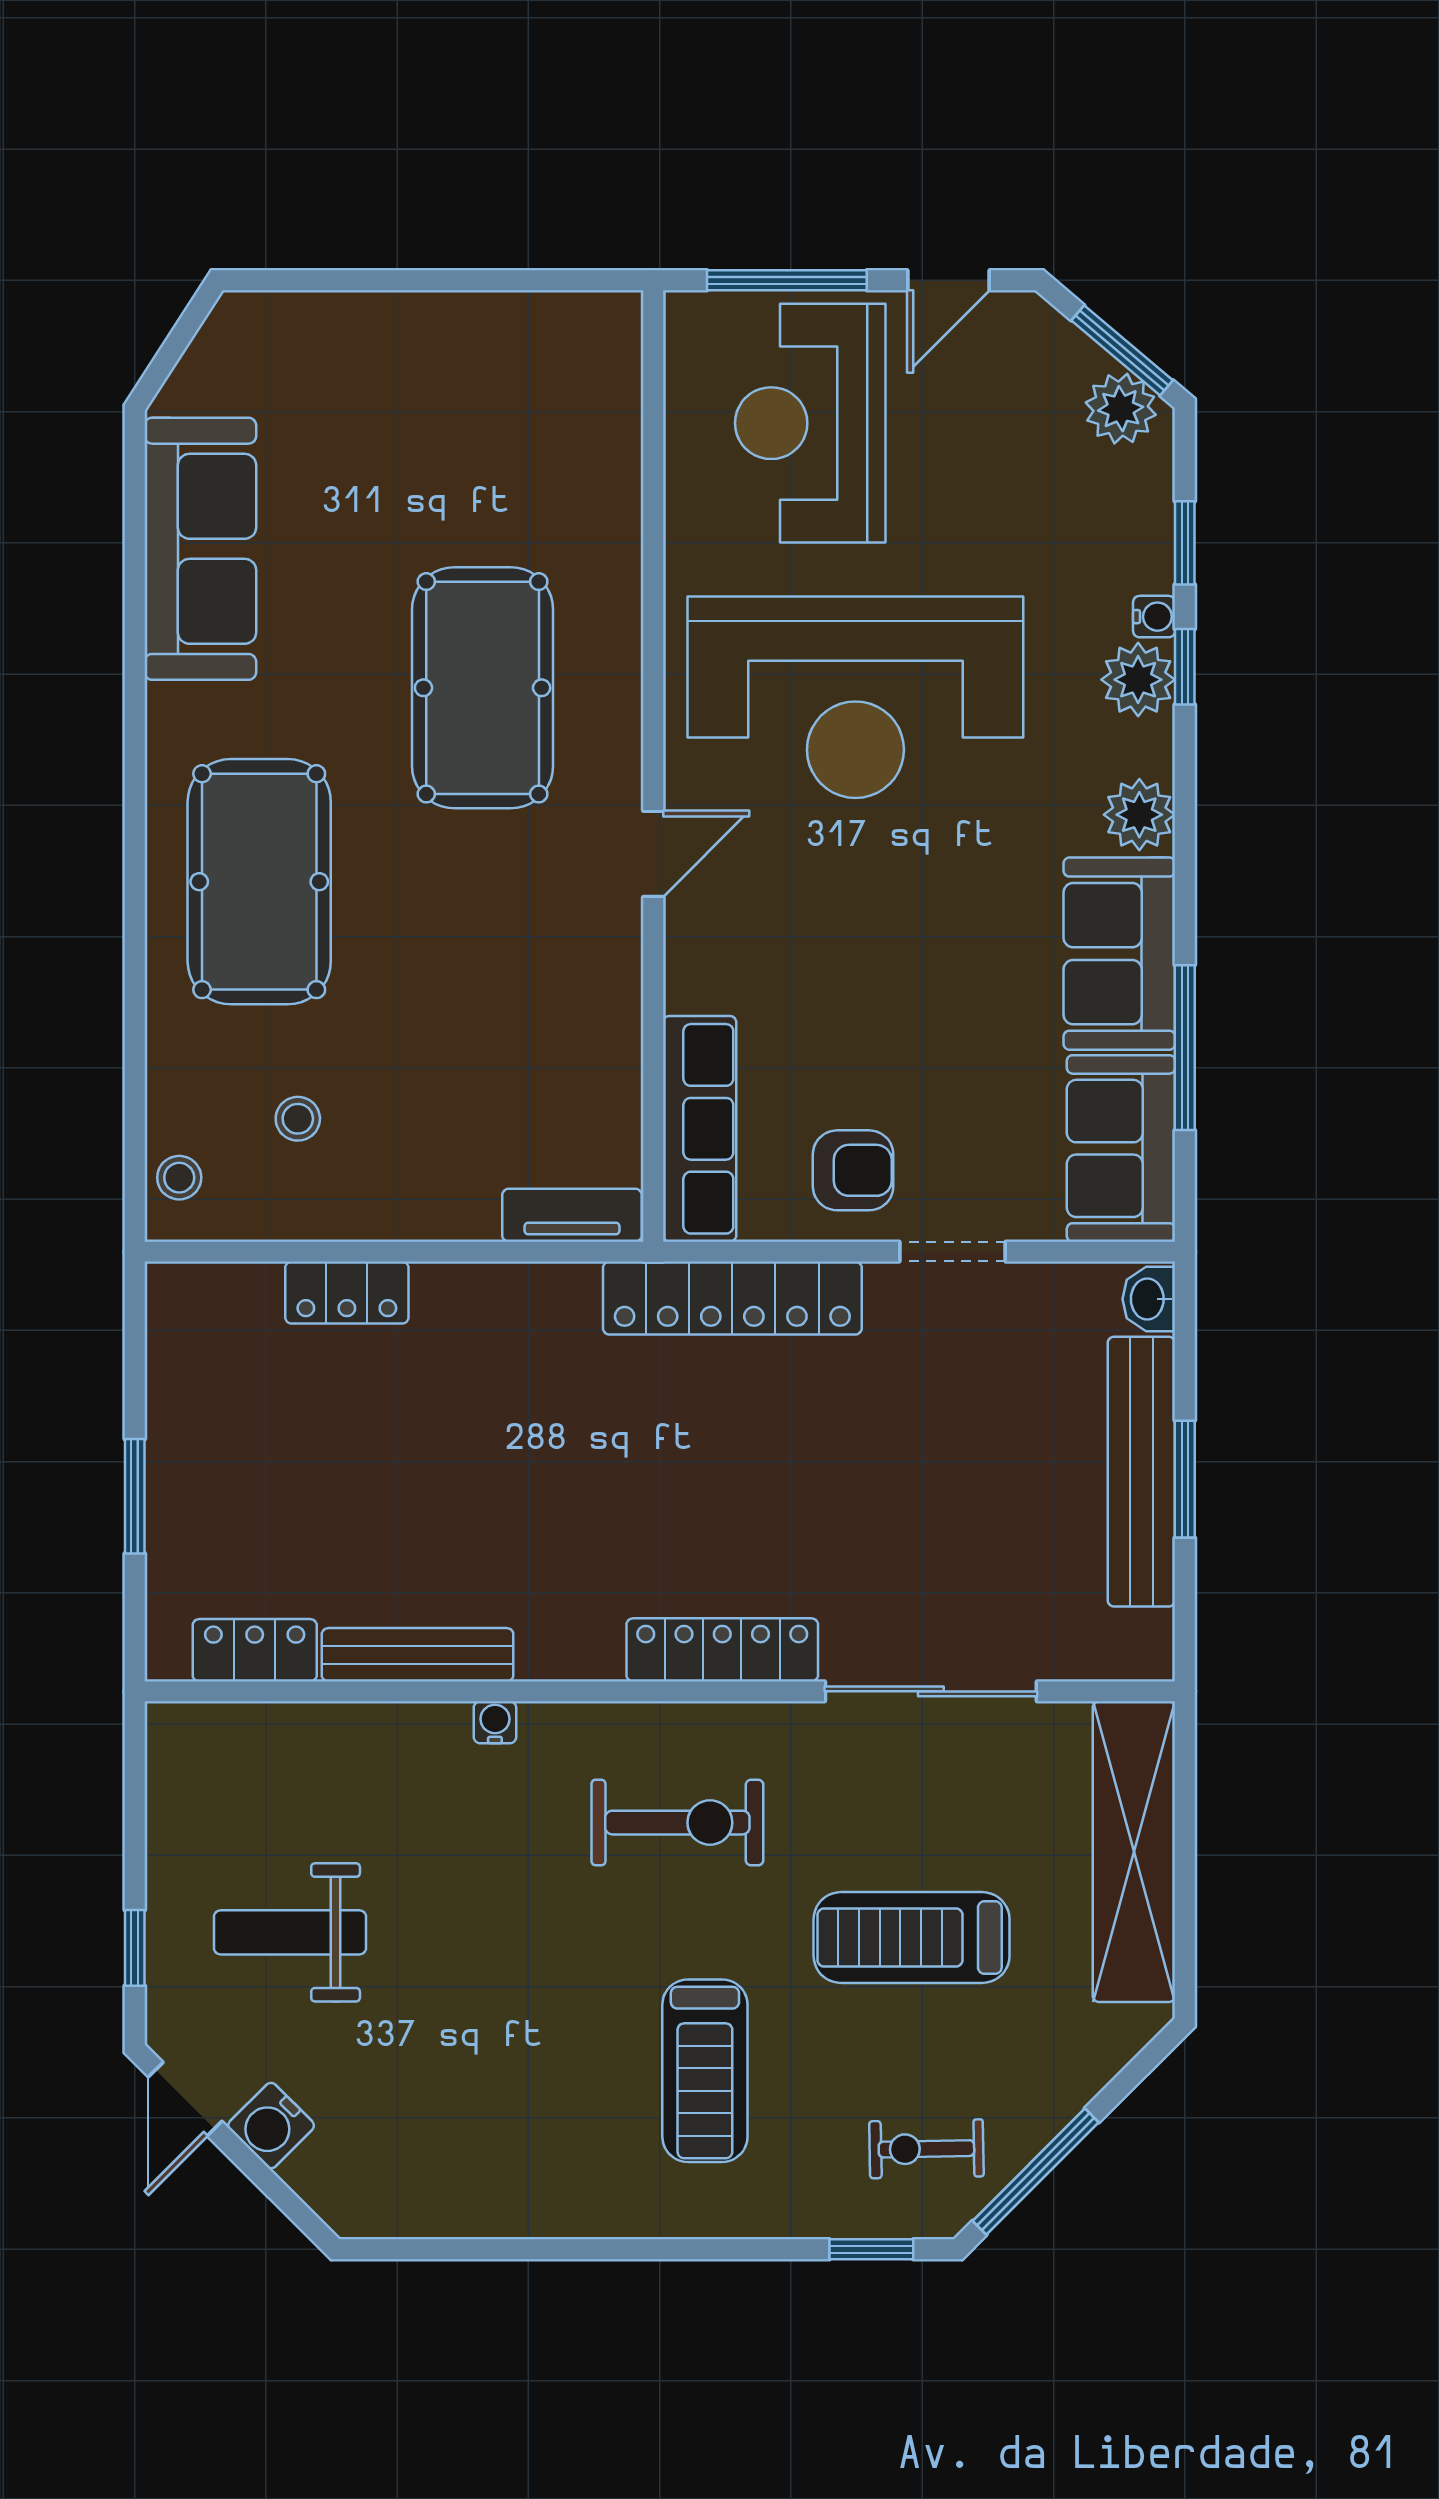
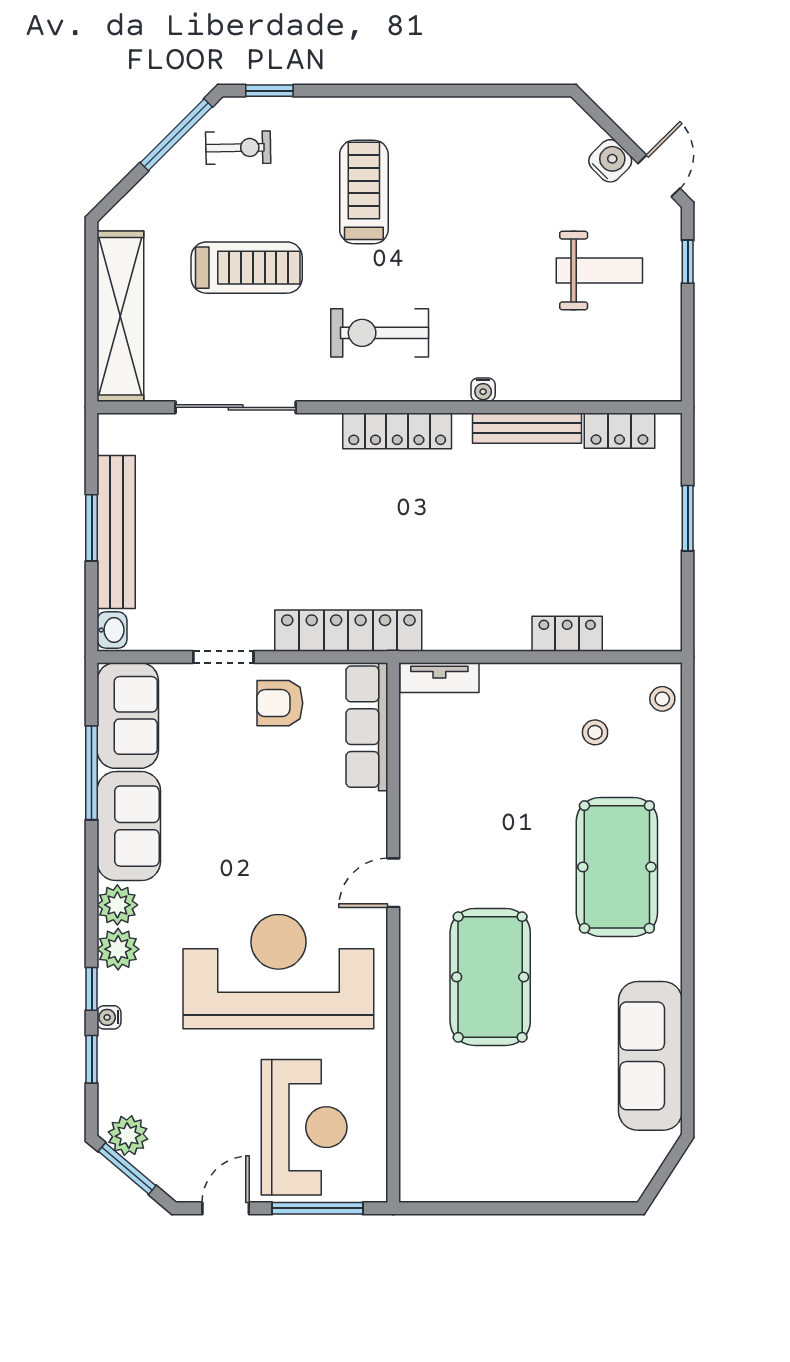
plant: (1138, 680) -> (118, 949), moved
locker: (722, 1650) -> (397, 431), moved

